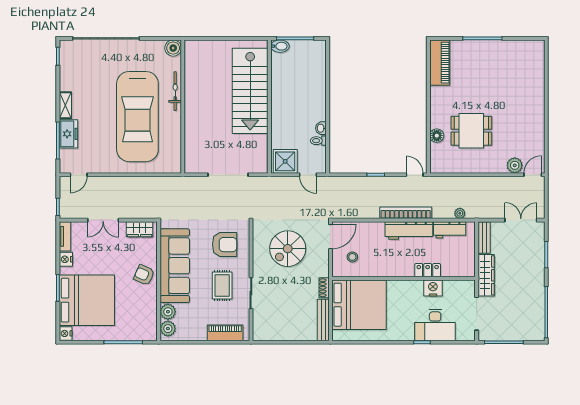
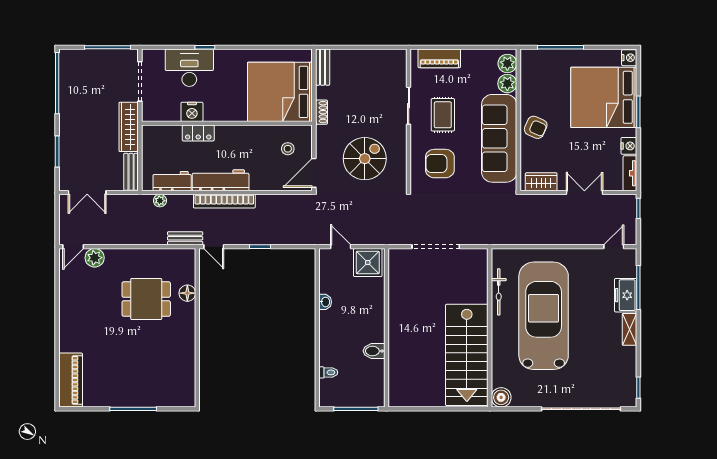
bidet: (280, 46) -> (374, 351), moved
piano: (440, 63) -> (71, 380), moved, turned 180
bicycle: (175, 91) -> (499, 292), moved
stairs: (250, 91) -> (467, 355), moved, turned 180
toilet: (318, 141) -> (328, 372), moved
bench: (439, 182) -> (185, 238), added
bench: (323, 320) -> (323, 67), width x0.73

